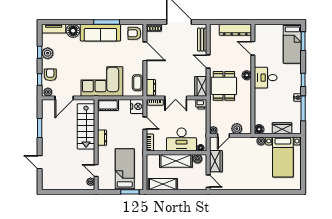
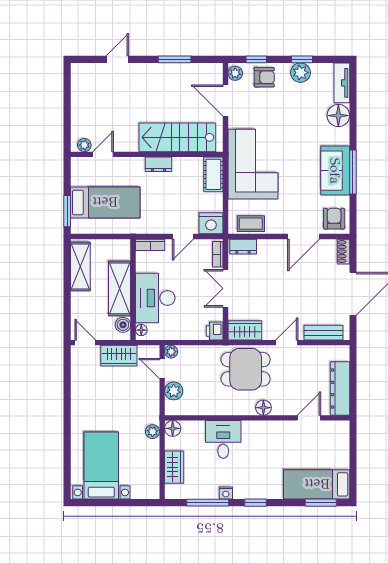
sofa: (100, 33) -> (335, 171), width x0.73
desk: (266, 78) -> (223, 439), moved
bed with nightstands: (283, 157) -> (101, 465), moved, turned 90
door: (208, 181) -> (85, 343), swing flipped

